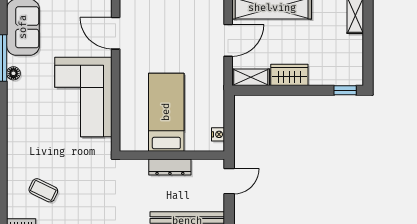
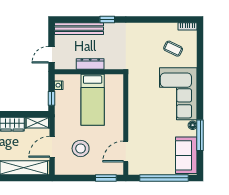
door: (116, 33) -> (126, 151), swing flipped
stool: (185, 38) -> (81, 148), added
corner sofa: (83, 97) -> (178, 94), moved, turned 180
window: (229, 114) -> (51, 98), added

